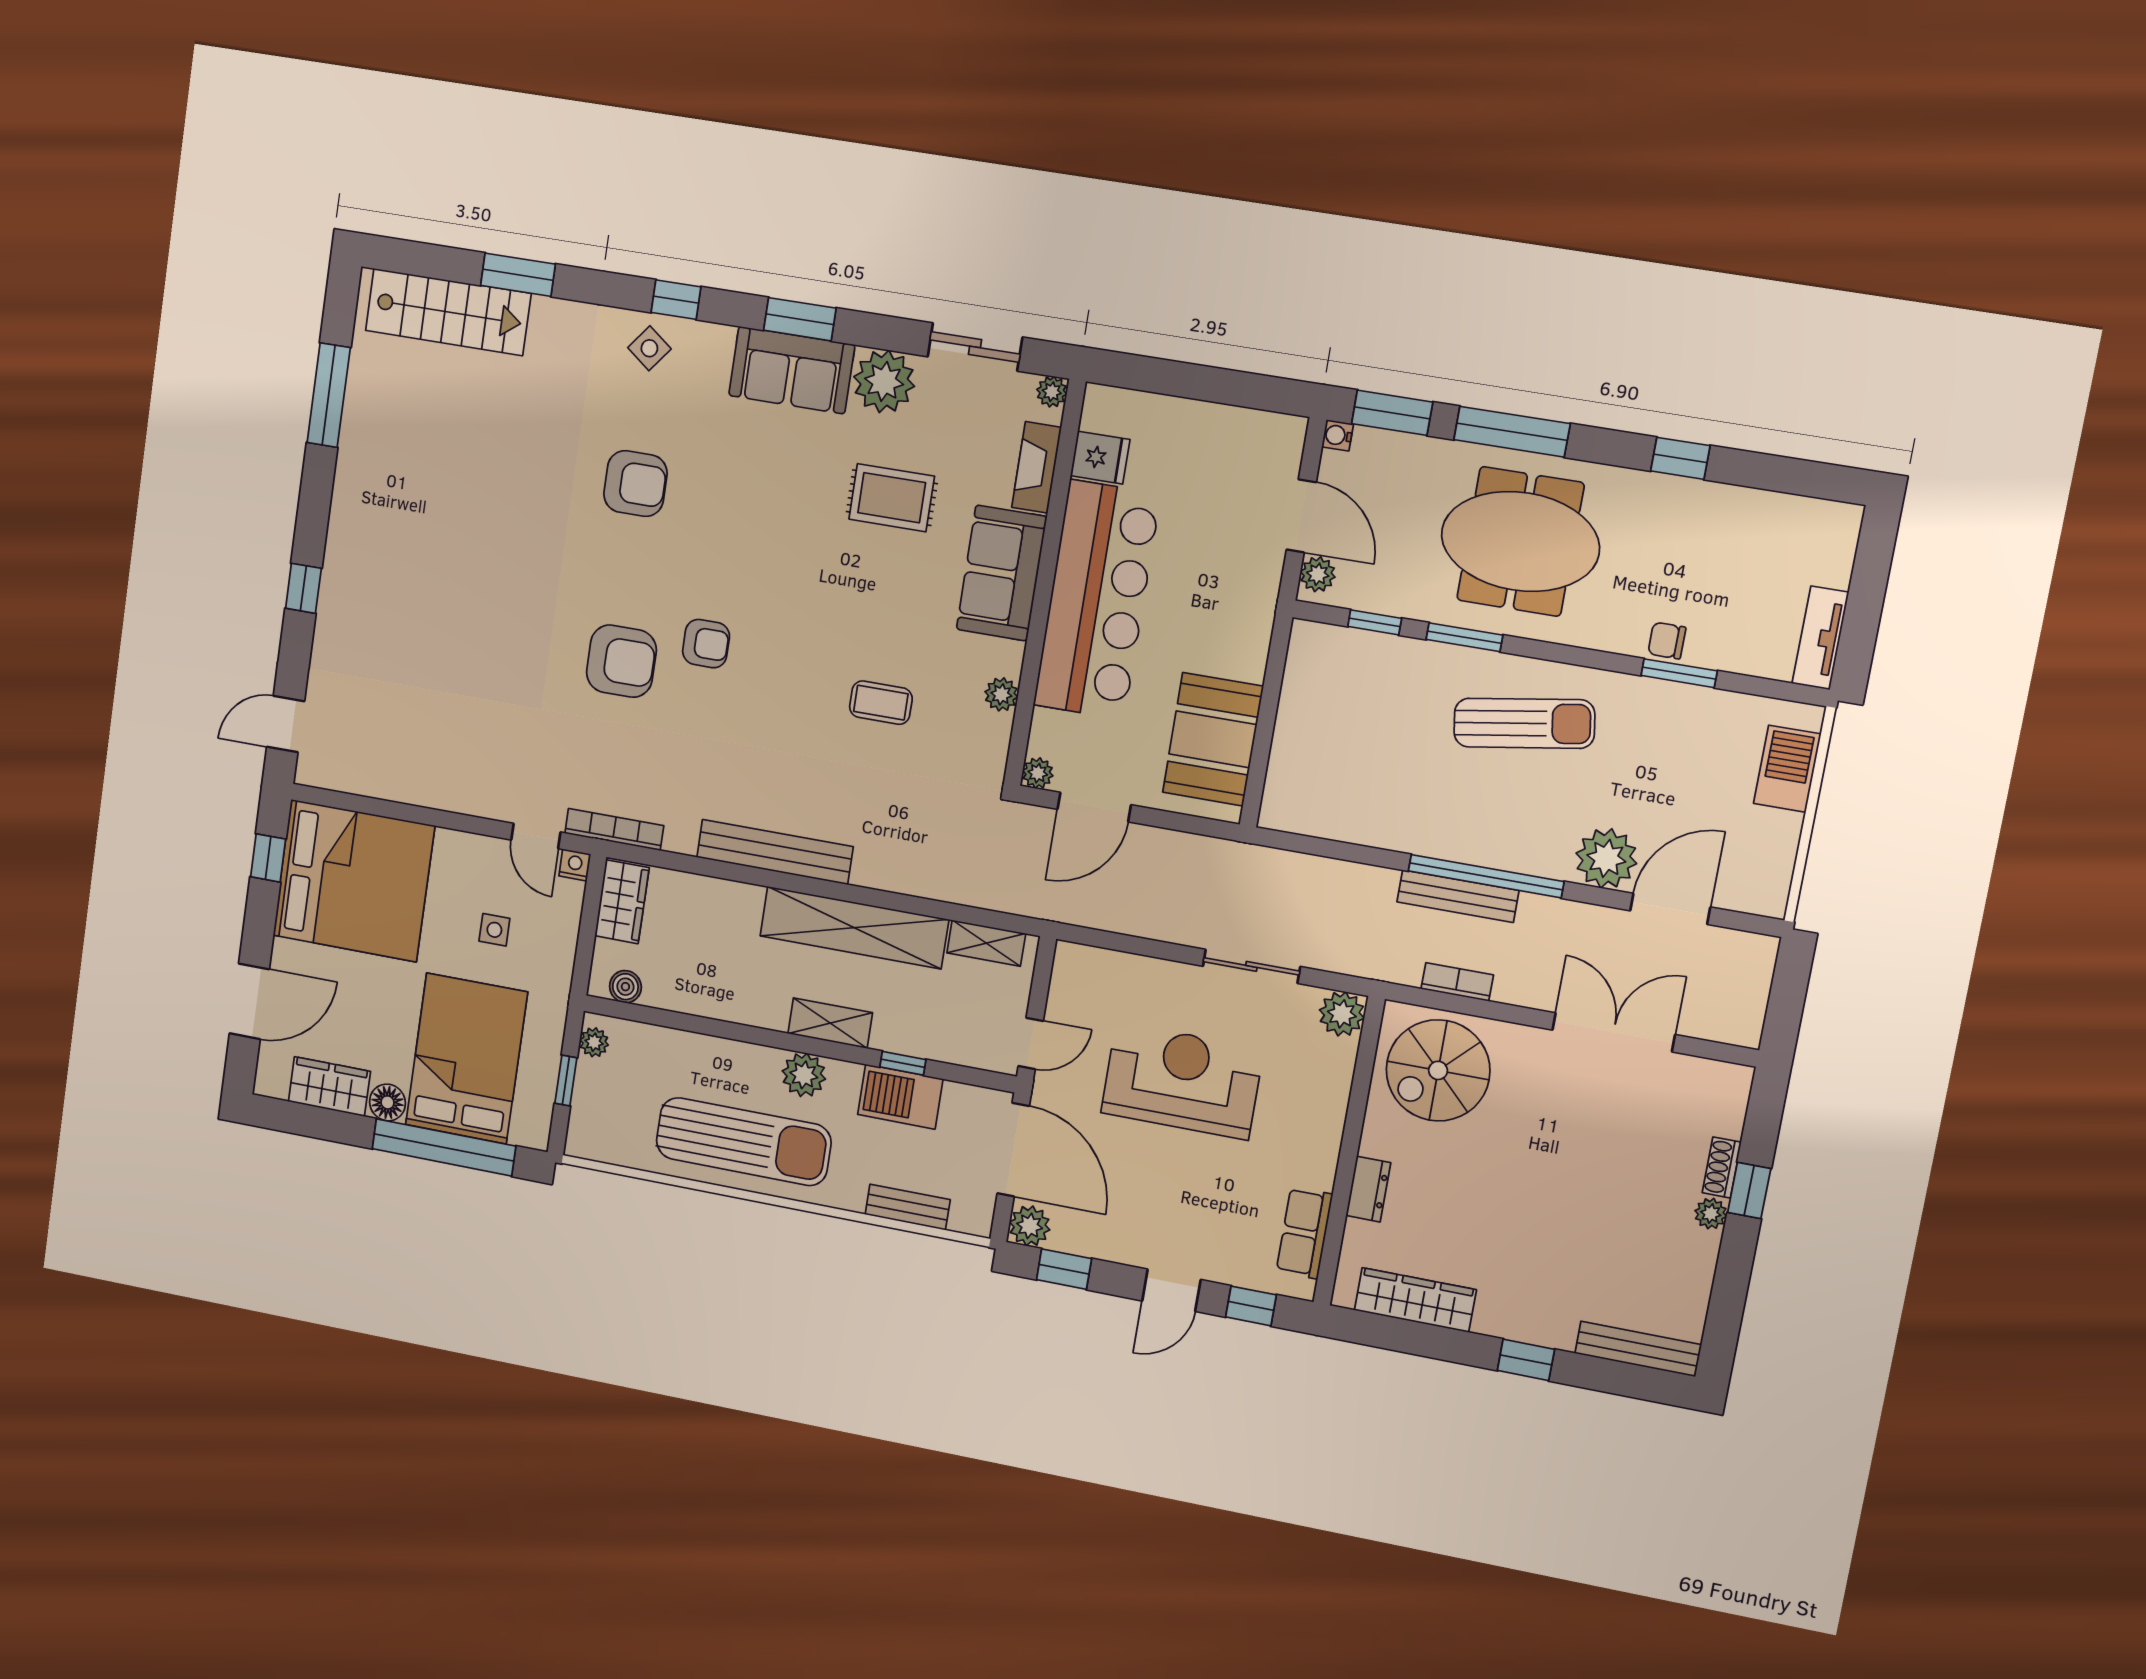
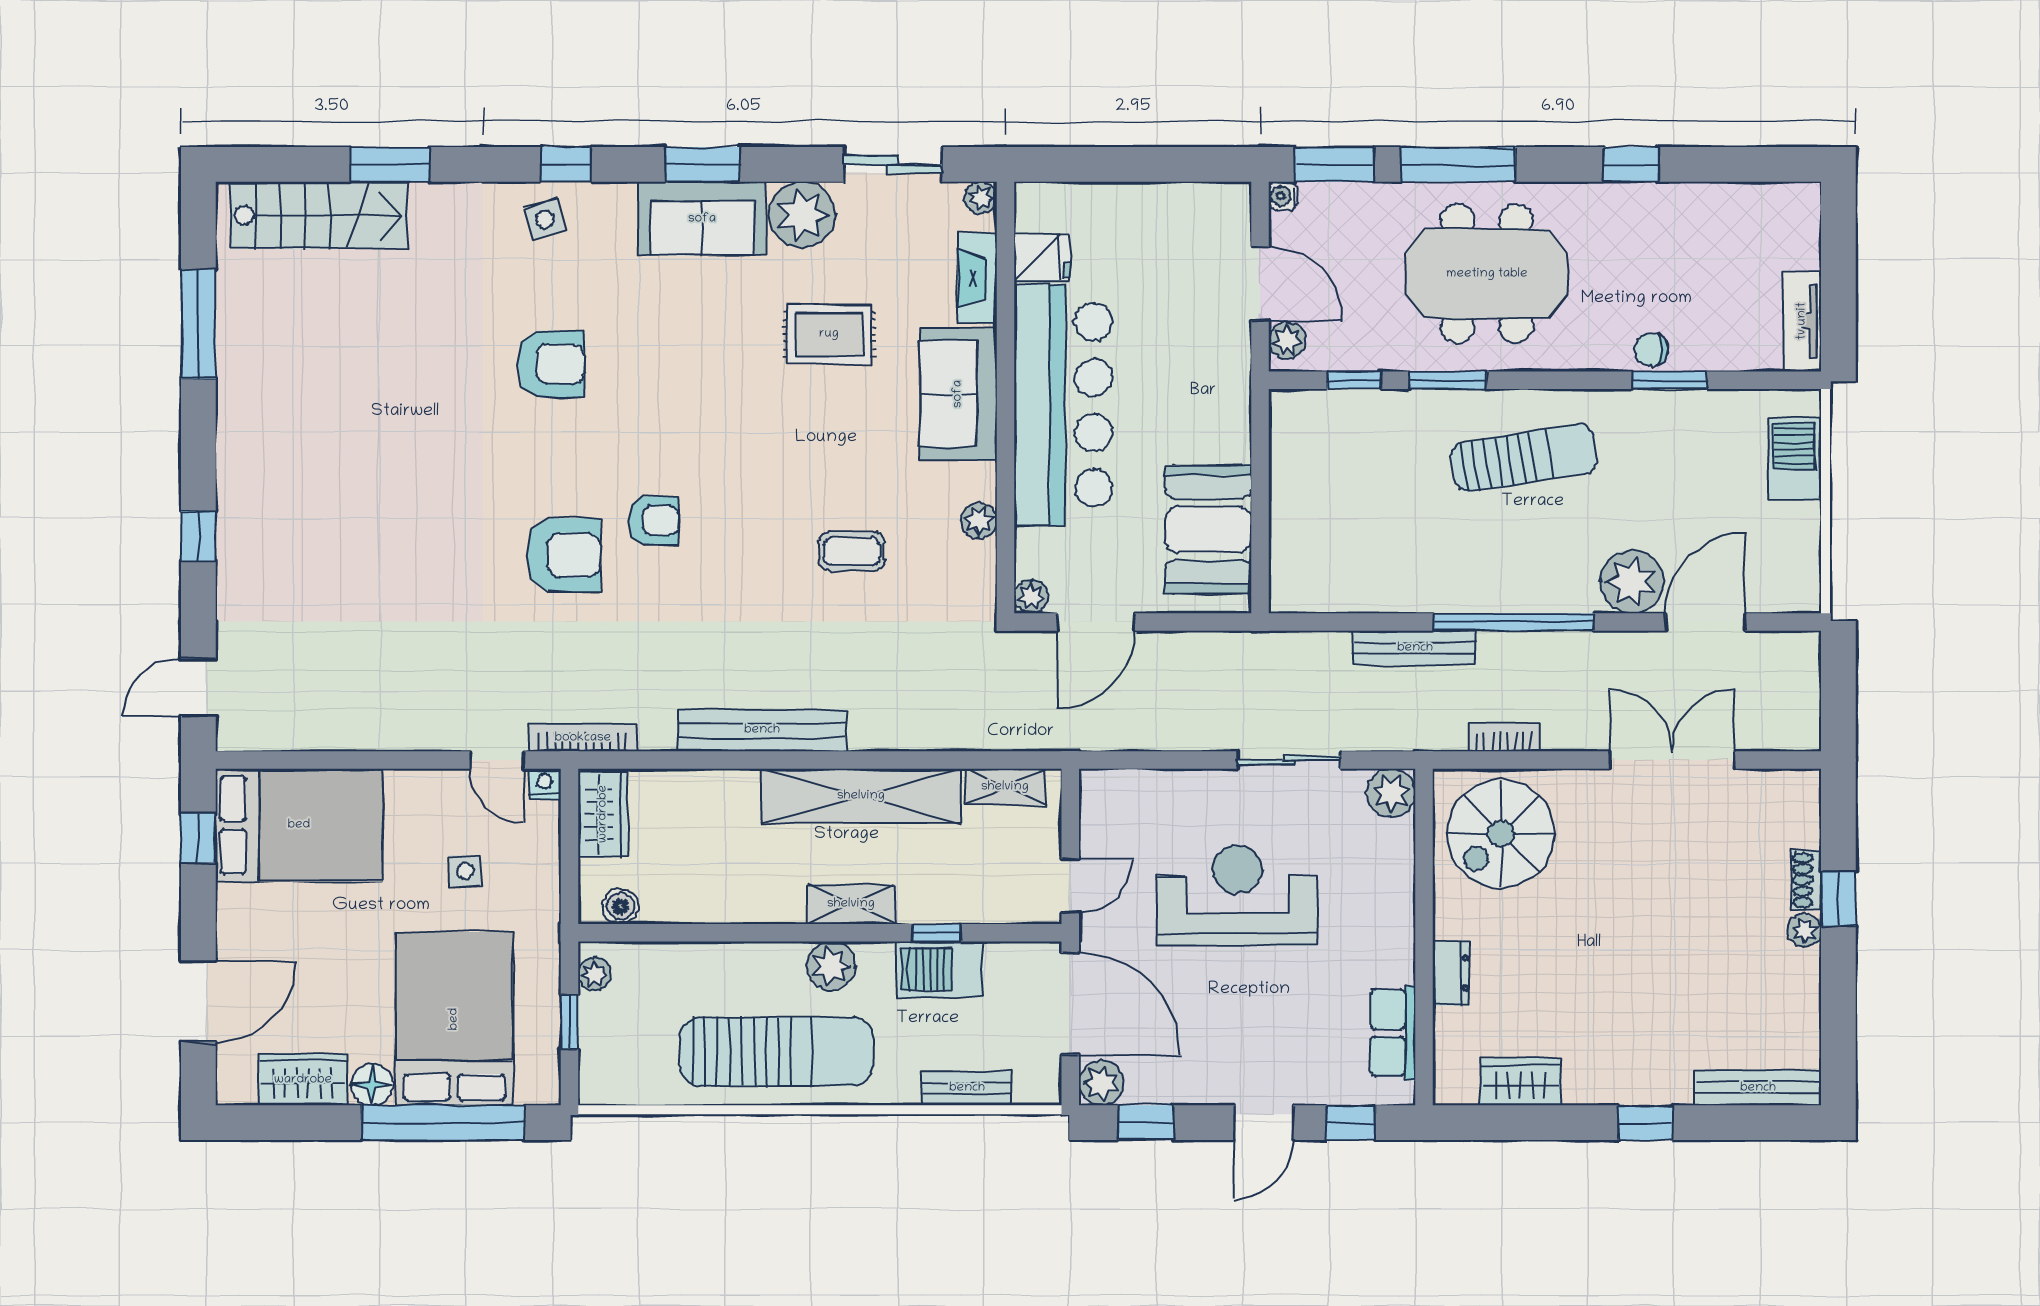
side table: (649, 348) -> (545, 219), turned 37
bed: (354, 881) -> (299, 825), width x0.73
bench: (1458, 896) -> (1415, 648), moved
wardrobe: (1415, 1300) -> (1521, 1082), width x0.67

